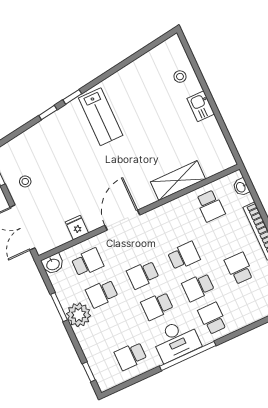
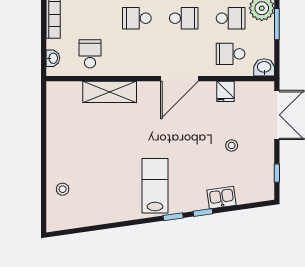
kitchen sink: (201, 106) -> (222, 198), moved, turned -98
stool: (25, 181) -> (232, 145), moved

